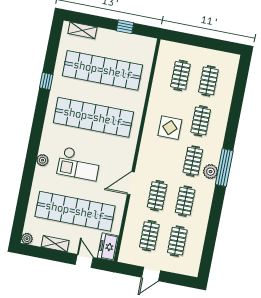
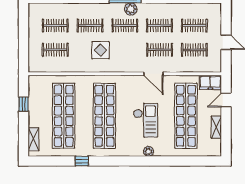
plant: (27, 239) -> (217, 152), removed

